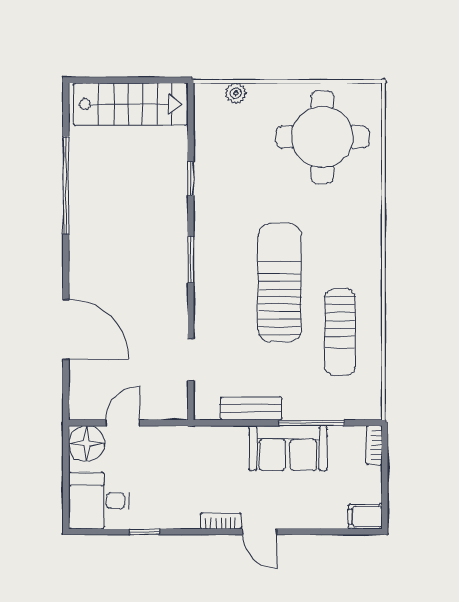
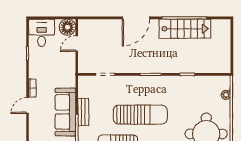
stairs: (130, 104) -> (185, 29), moved, turned -90
door: (66, 329) -> (136, 18), moved
bench: (251, 409) -> (83, 112), moved
door: (123, 423) -> (77, 44), swing flipped
sofa: (288, 448) -> (65, 112), width x1.36

